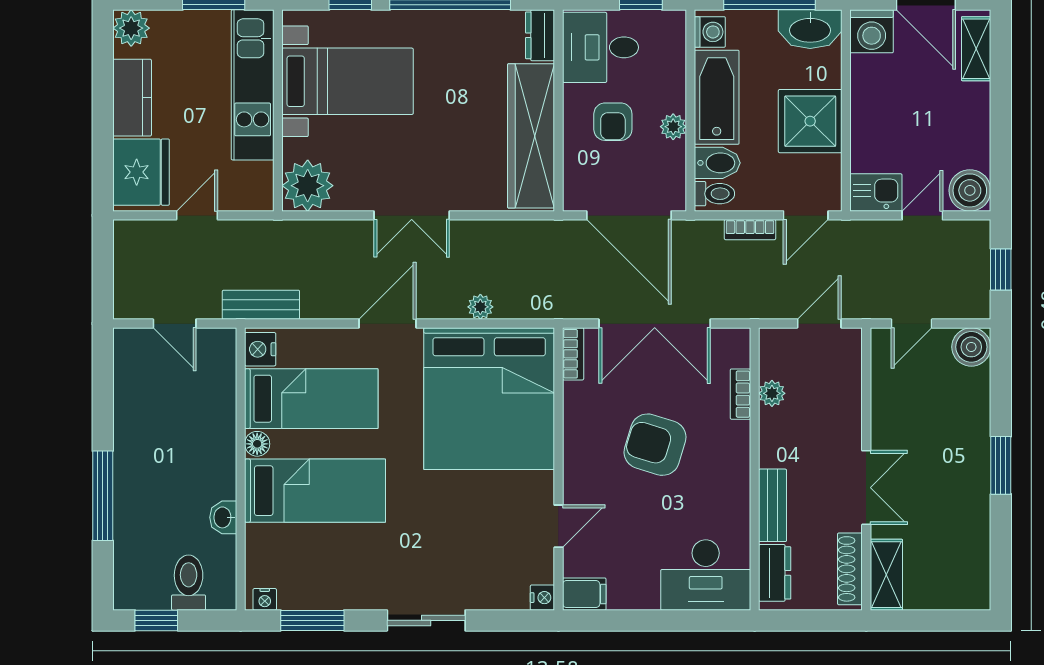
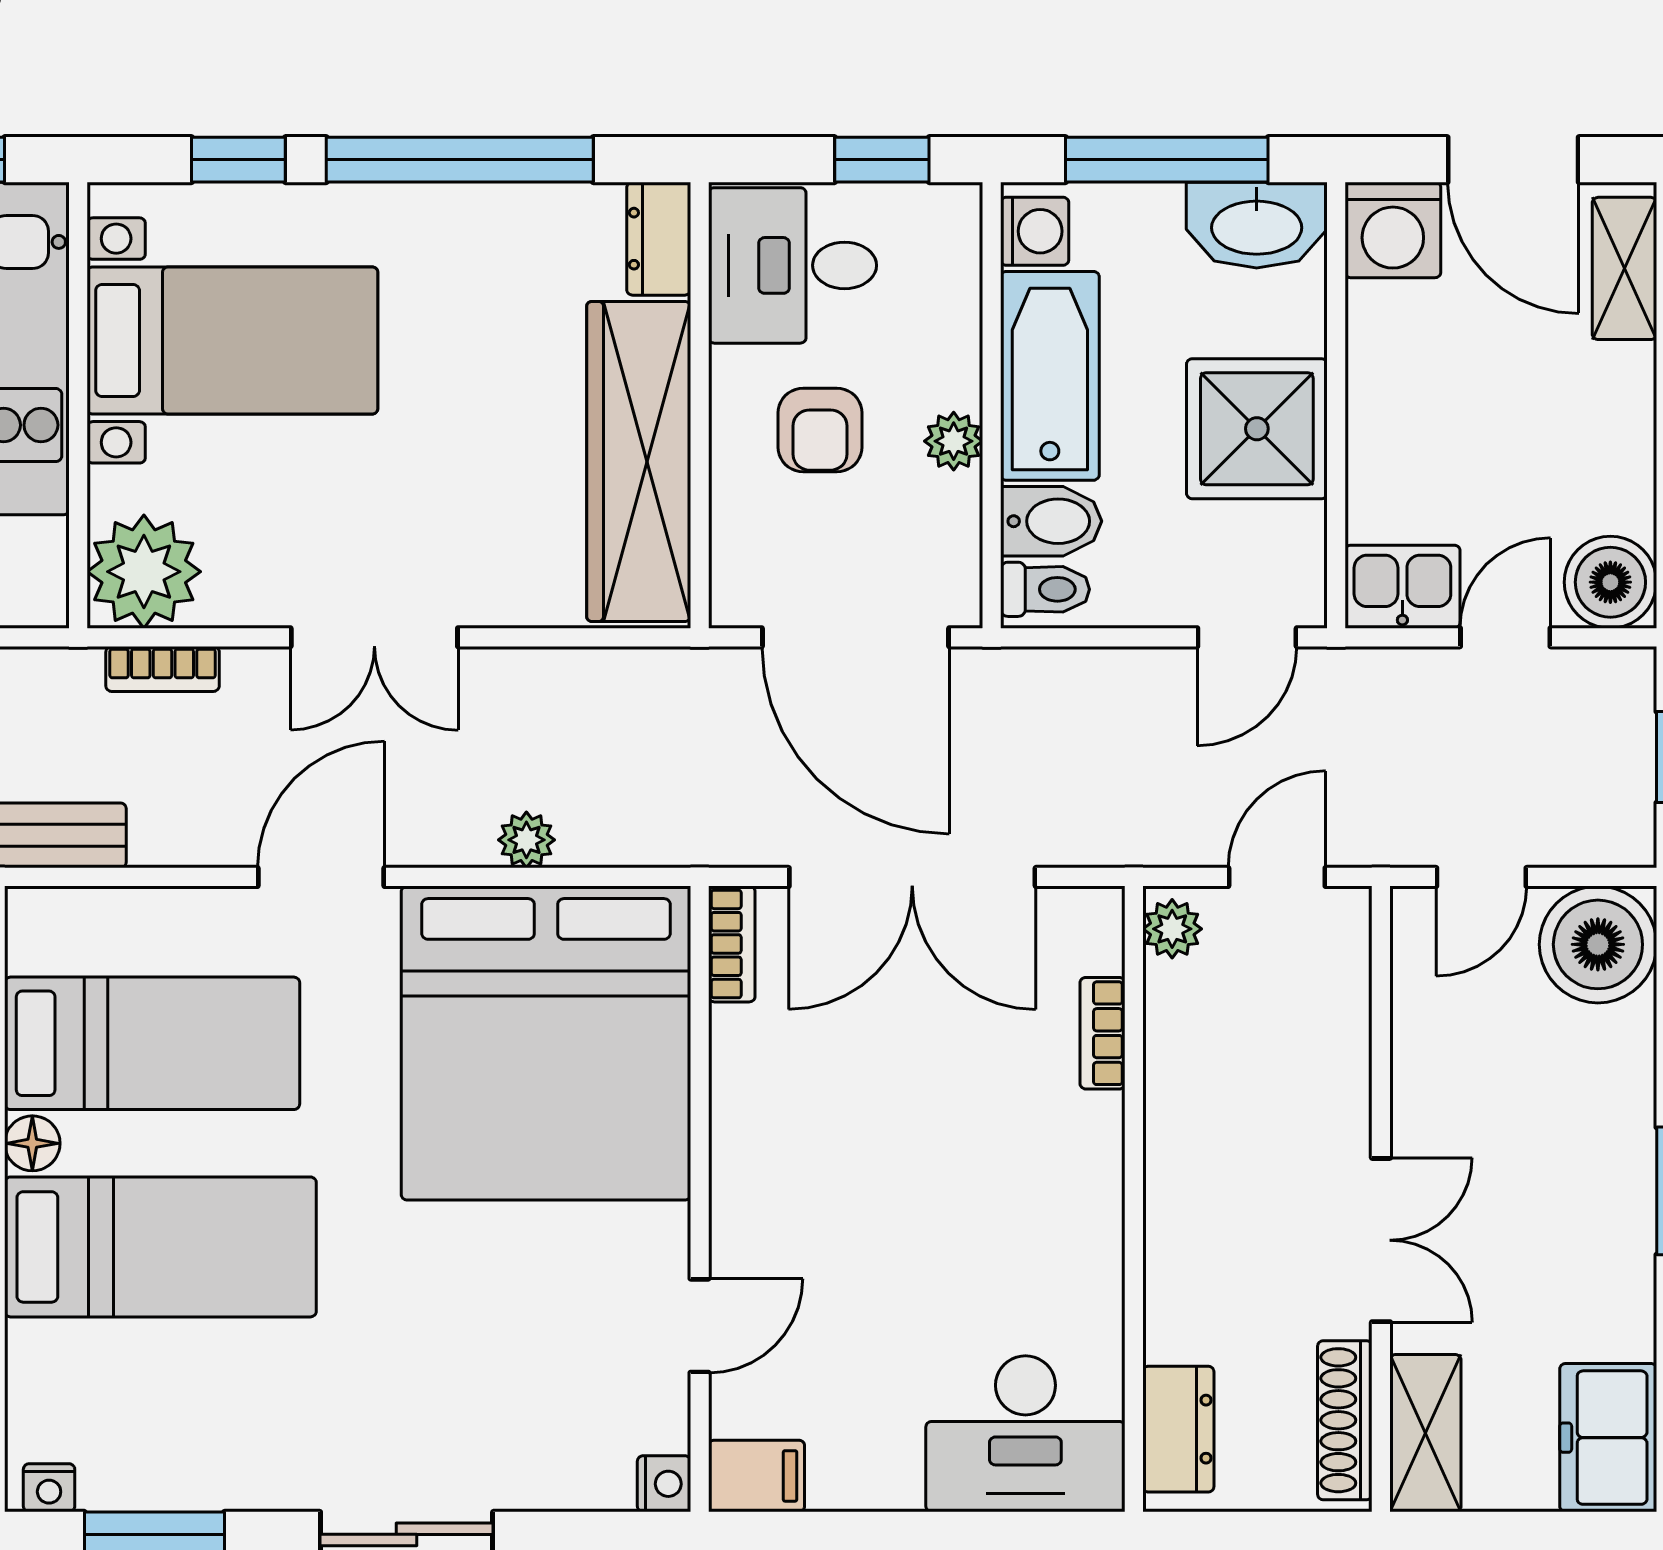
bookcase: (750, 230) -> (163, 669), moved
boiler: (971, 347) -> (1598, 944), width x1.37, depth x1.37
nightstand: (260, 349) -> (39, 934), removed
plant: (772, 393) -> (1172, 929), moved
armchair: (655, 445) -> (913, 1145), removed
bench: (773, 505) -> (1174, 1280), removed
freezer: (969, 577) -> (1608, 1438), added

